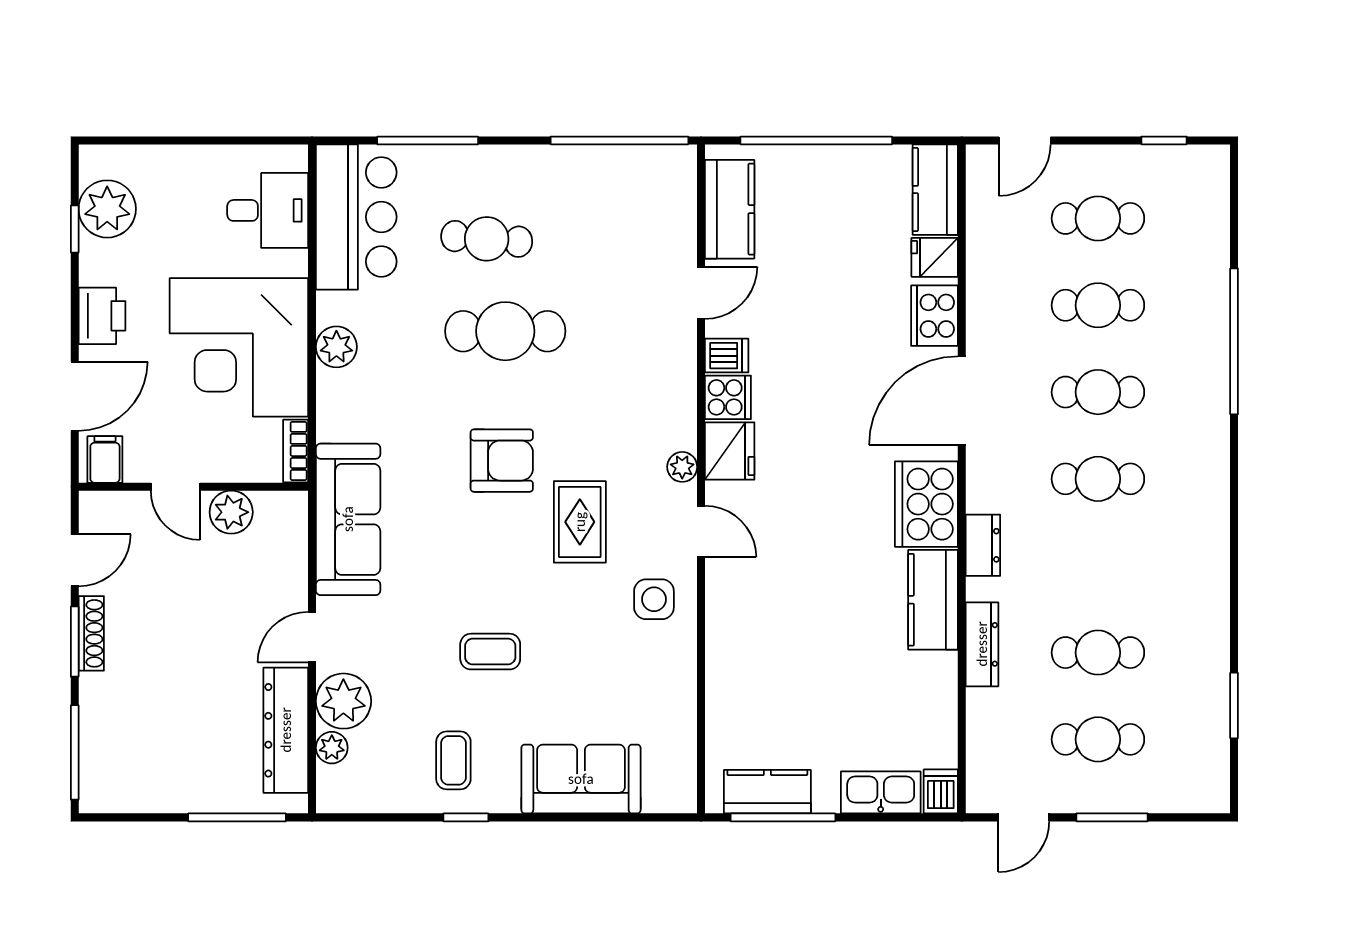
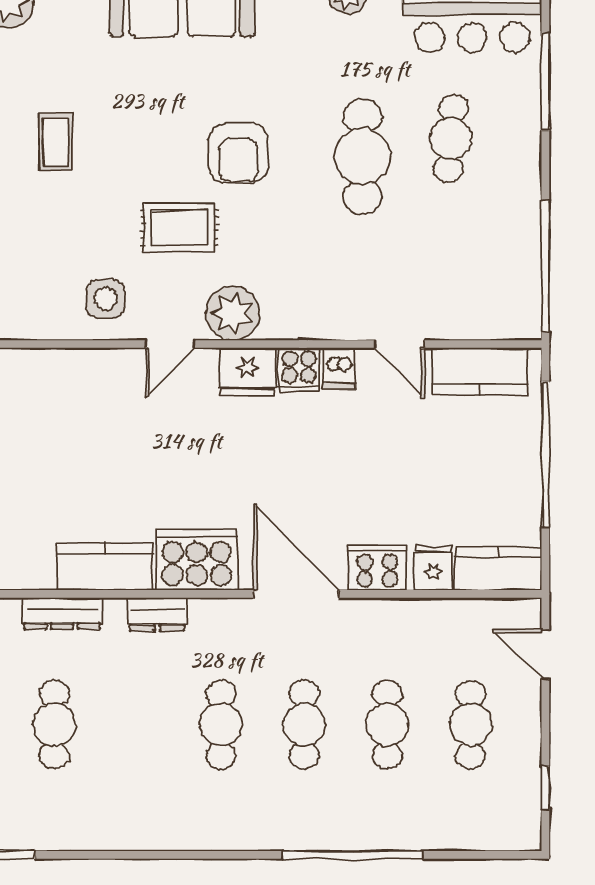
plant: (682, 467) -> (232, 313), width x1.88, depth x1.88

